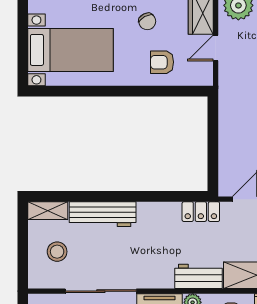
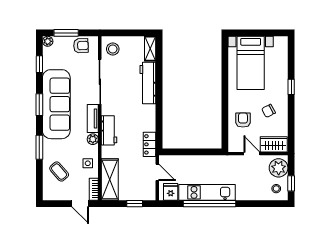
stool: (57, 252) -> (113, 49), moved
workbench: (198, 276) -> (109, 130), moved

